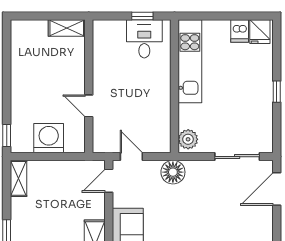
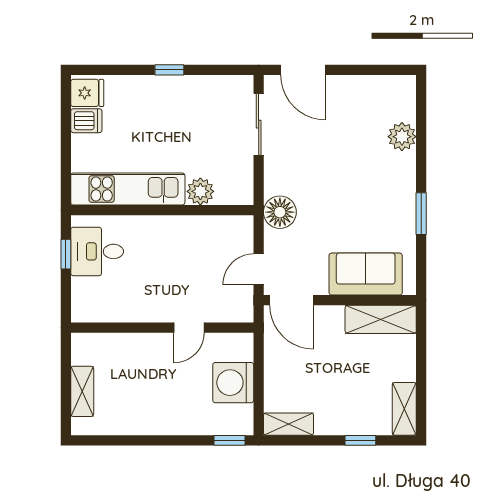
shelving: (67, 28) -> (82, 391), moved
plant: (188, 139) -> (200, 191), moved
door: (109, 181) -> (292, 300), width x1.38

